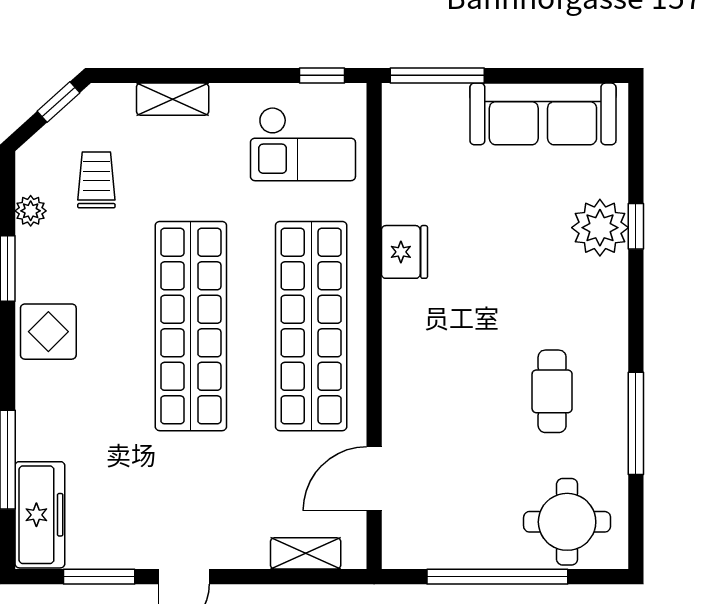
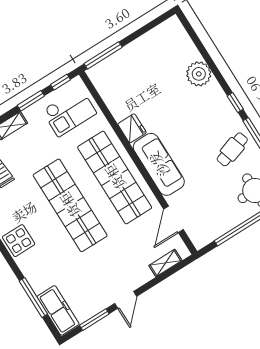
window: (242, 75) -> (31, 101), added
sofa: (543, 114) -> (159, 164), moved, turned -90
window: (636, 226) -> (235, 102), moved
cafe table: (552, 391) -> (232, 149), moved, turned 72

